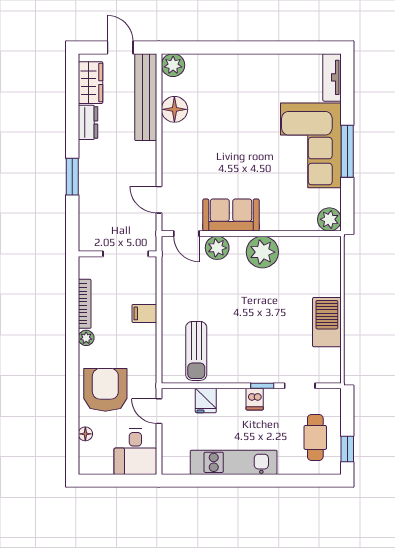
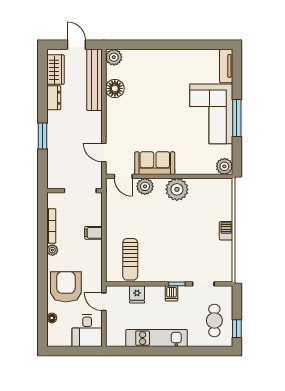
barbecue: (327, 322) -> (226, 231), width x0.53, depth x0.65

